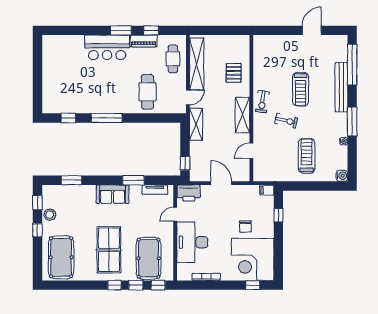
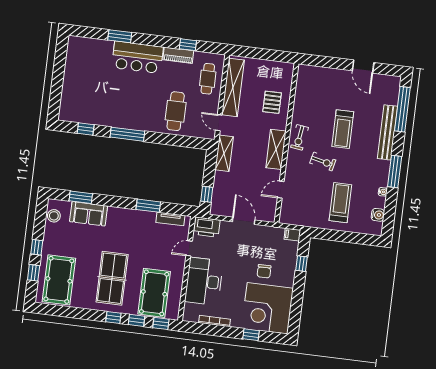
window: (121, 30) -> (120, 36), moved
door: (312, 30) -> (363, 67), swing flipped
door: (188, 97) -> (219, 123), swing flipped
water cooler: (342, 176) -> (378, 215), moved
sofa: (113, 194) -> (89, 214), moved
window: (37, 203) -> (34, 273), moved
stool: (50, 215) -> (54, 216), moved
window: (253, 285) -> (251, 335), moved

